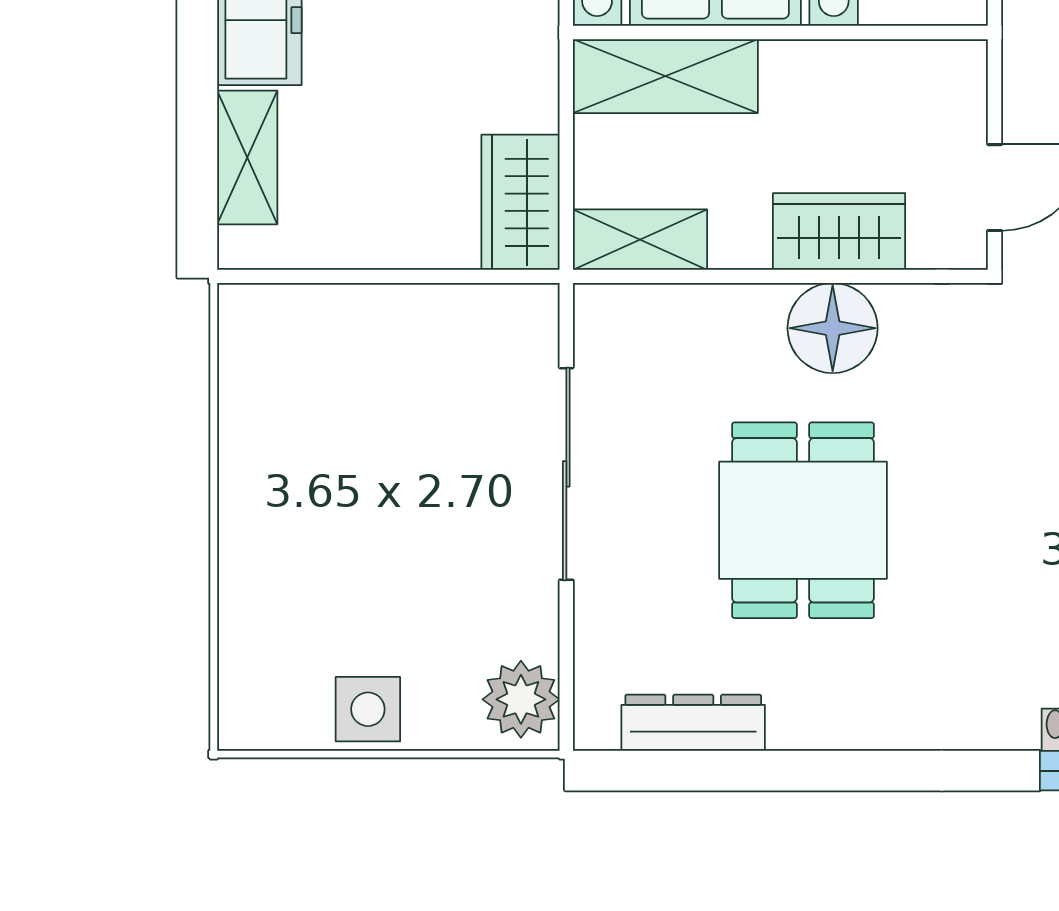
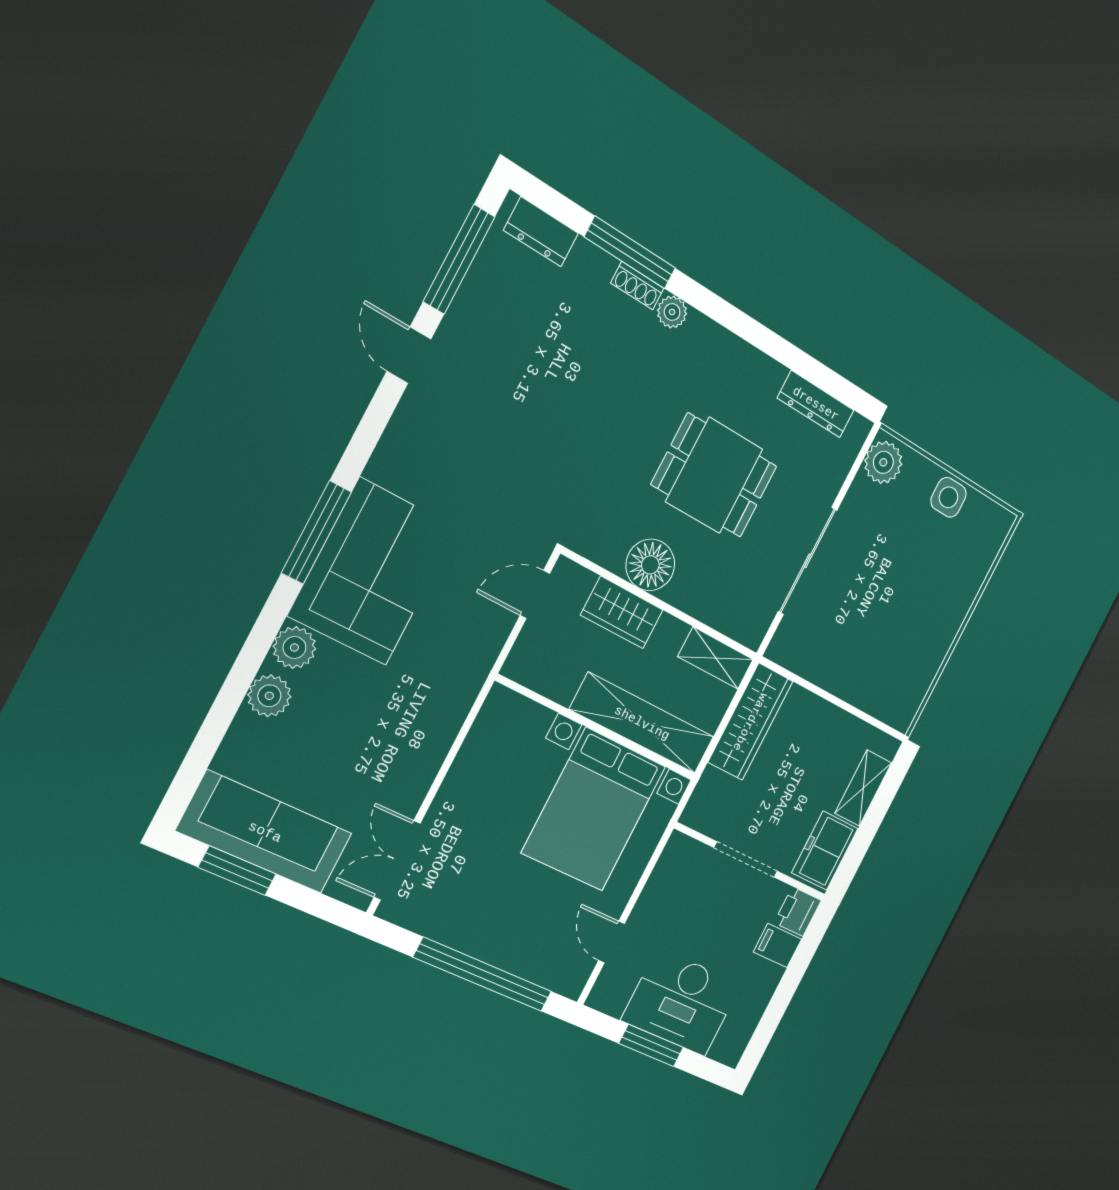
shelving: (665, 76) -> (642, 723), width x1.47
wardrobe: (520, 202) -> (750, 722), width x1.50
dining table: (803, 520) -> (714, 475), turned 90
plant: (1009, 724) -> (672, 312), added

